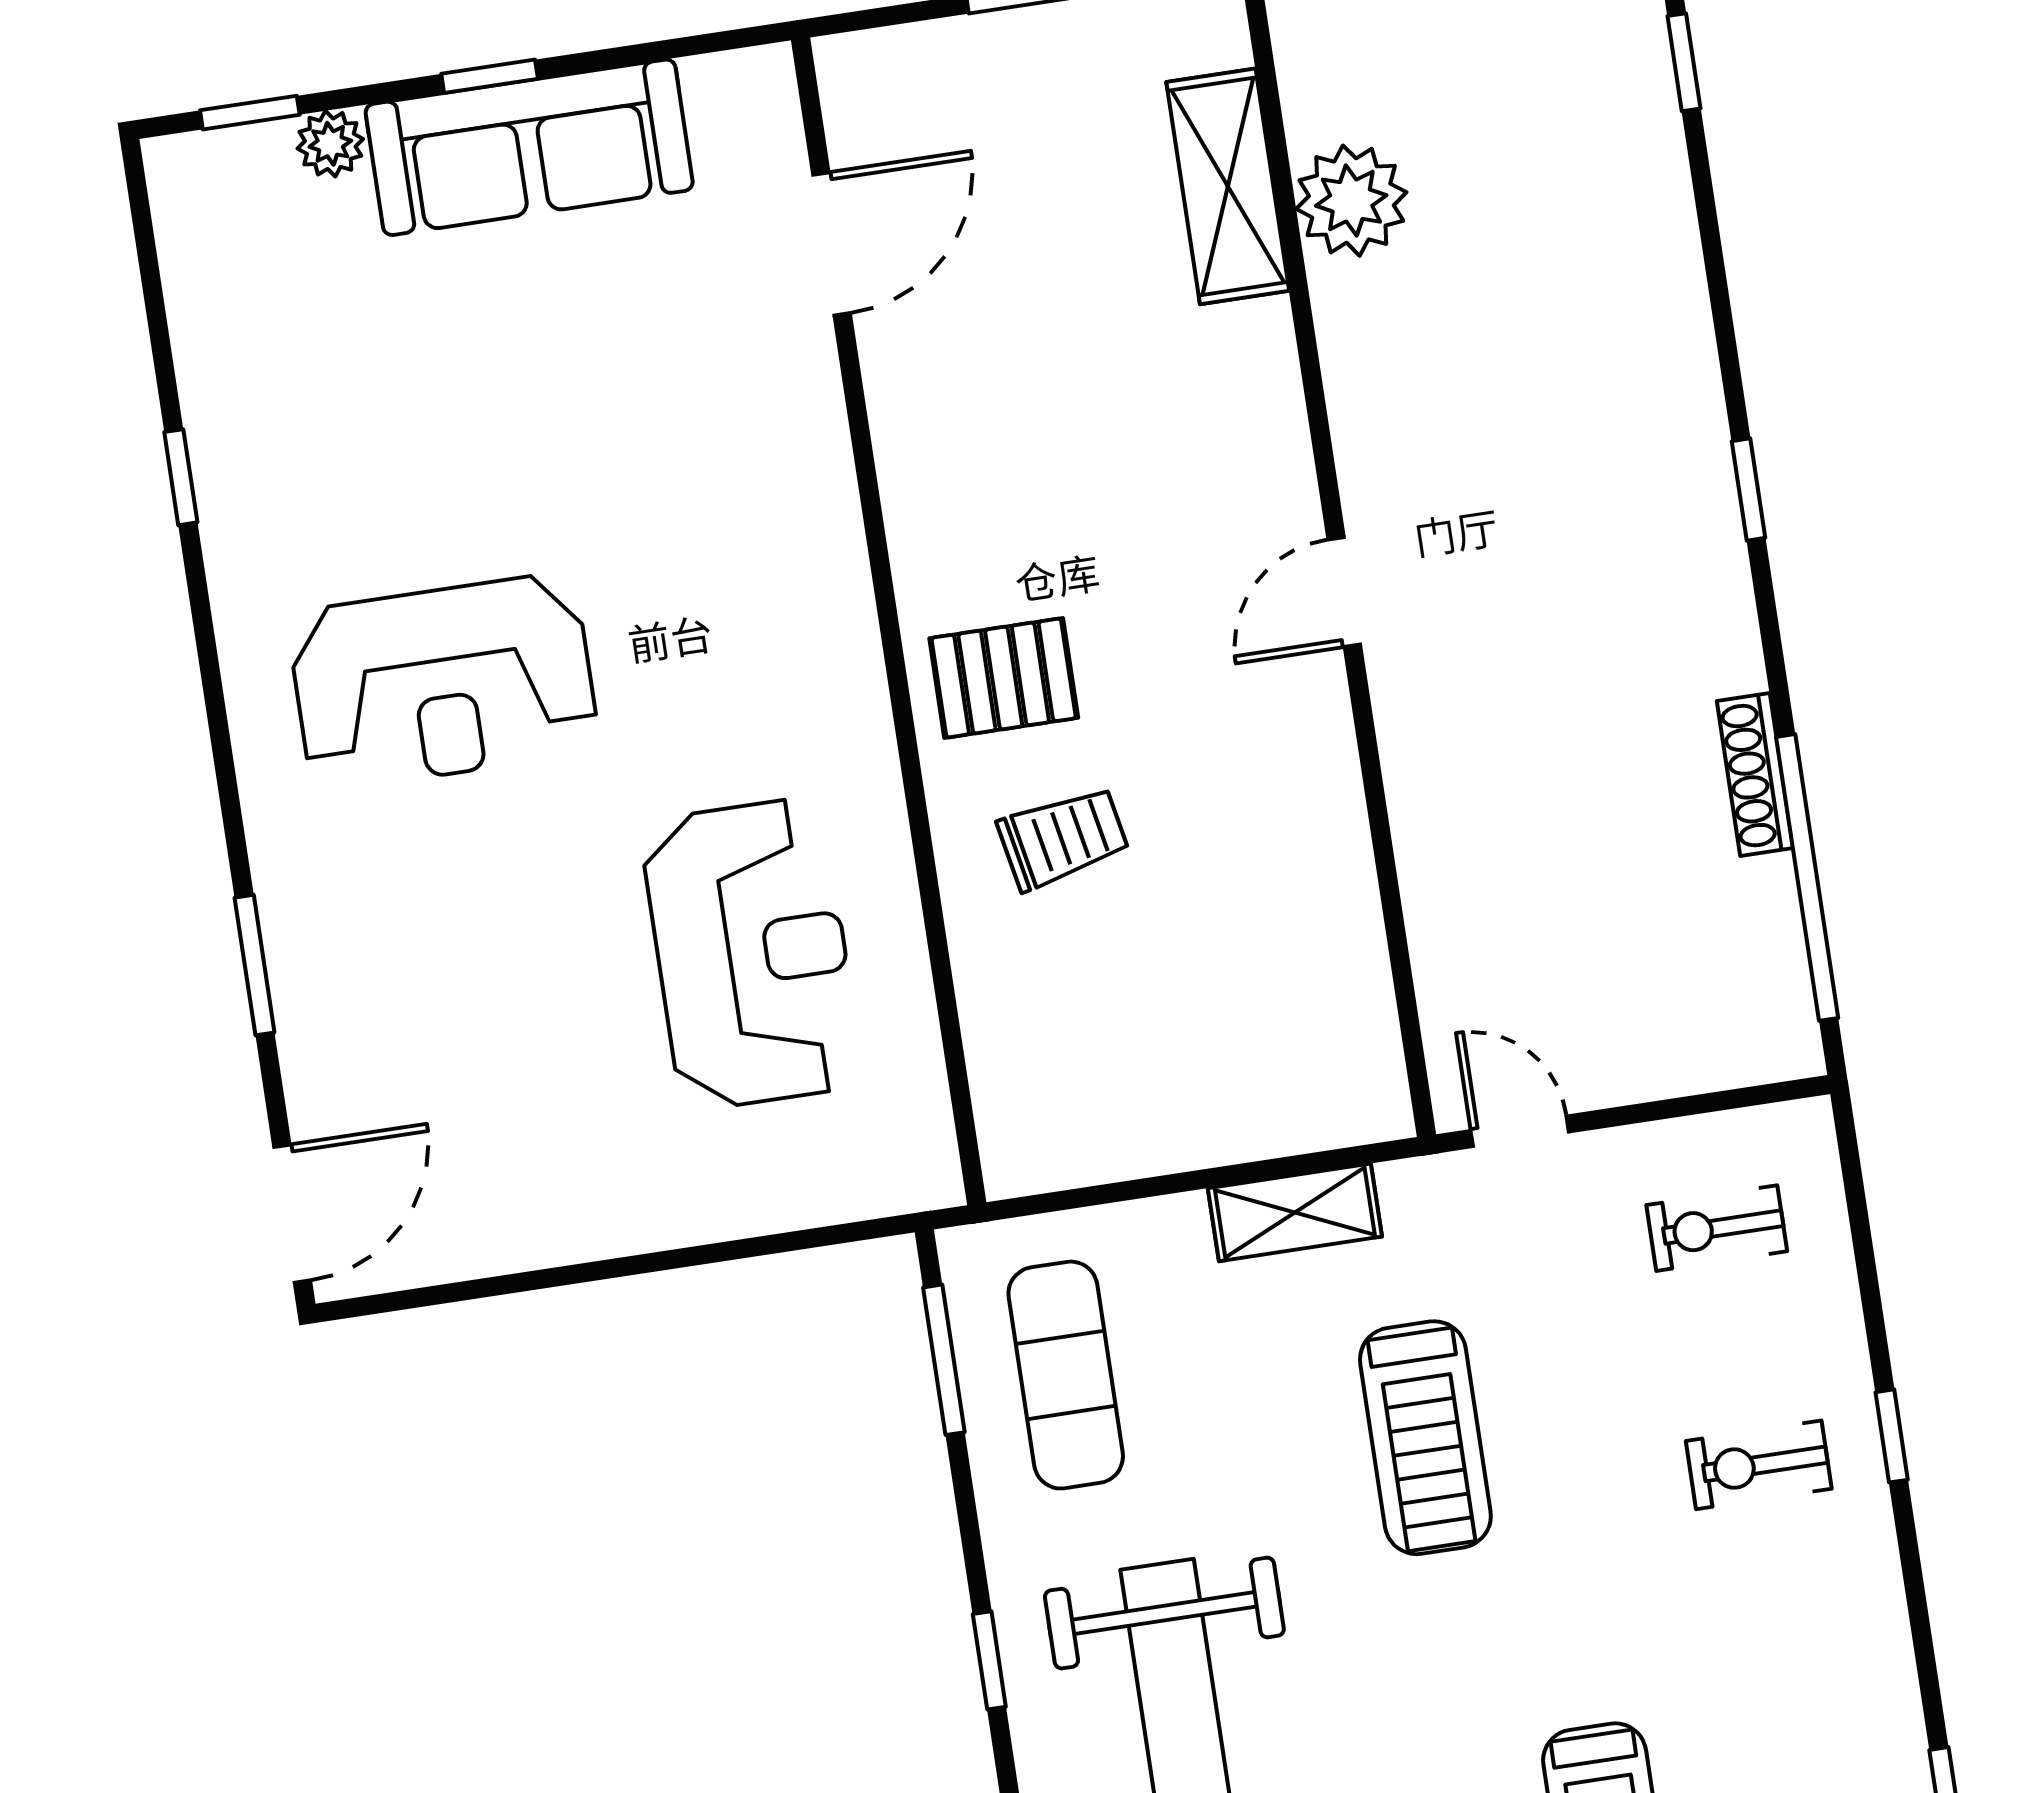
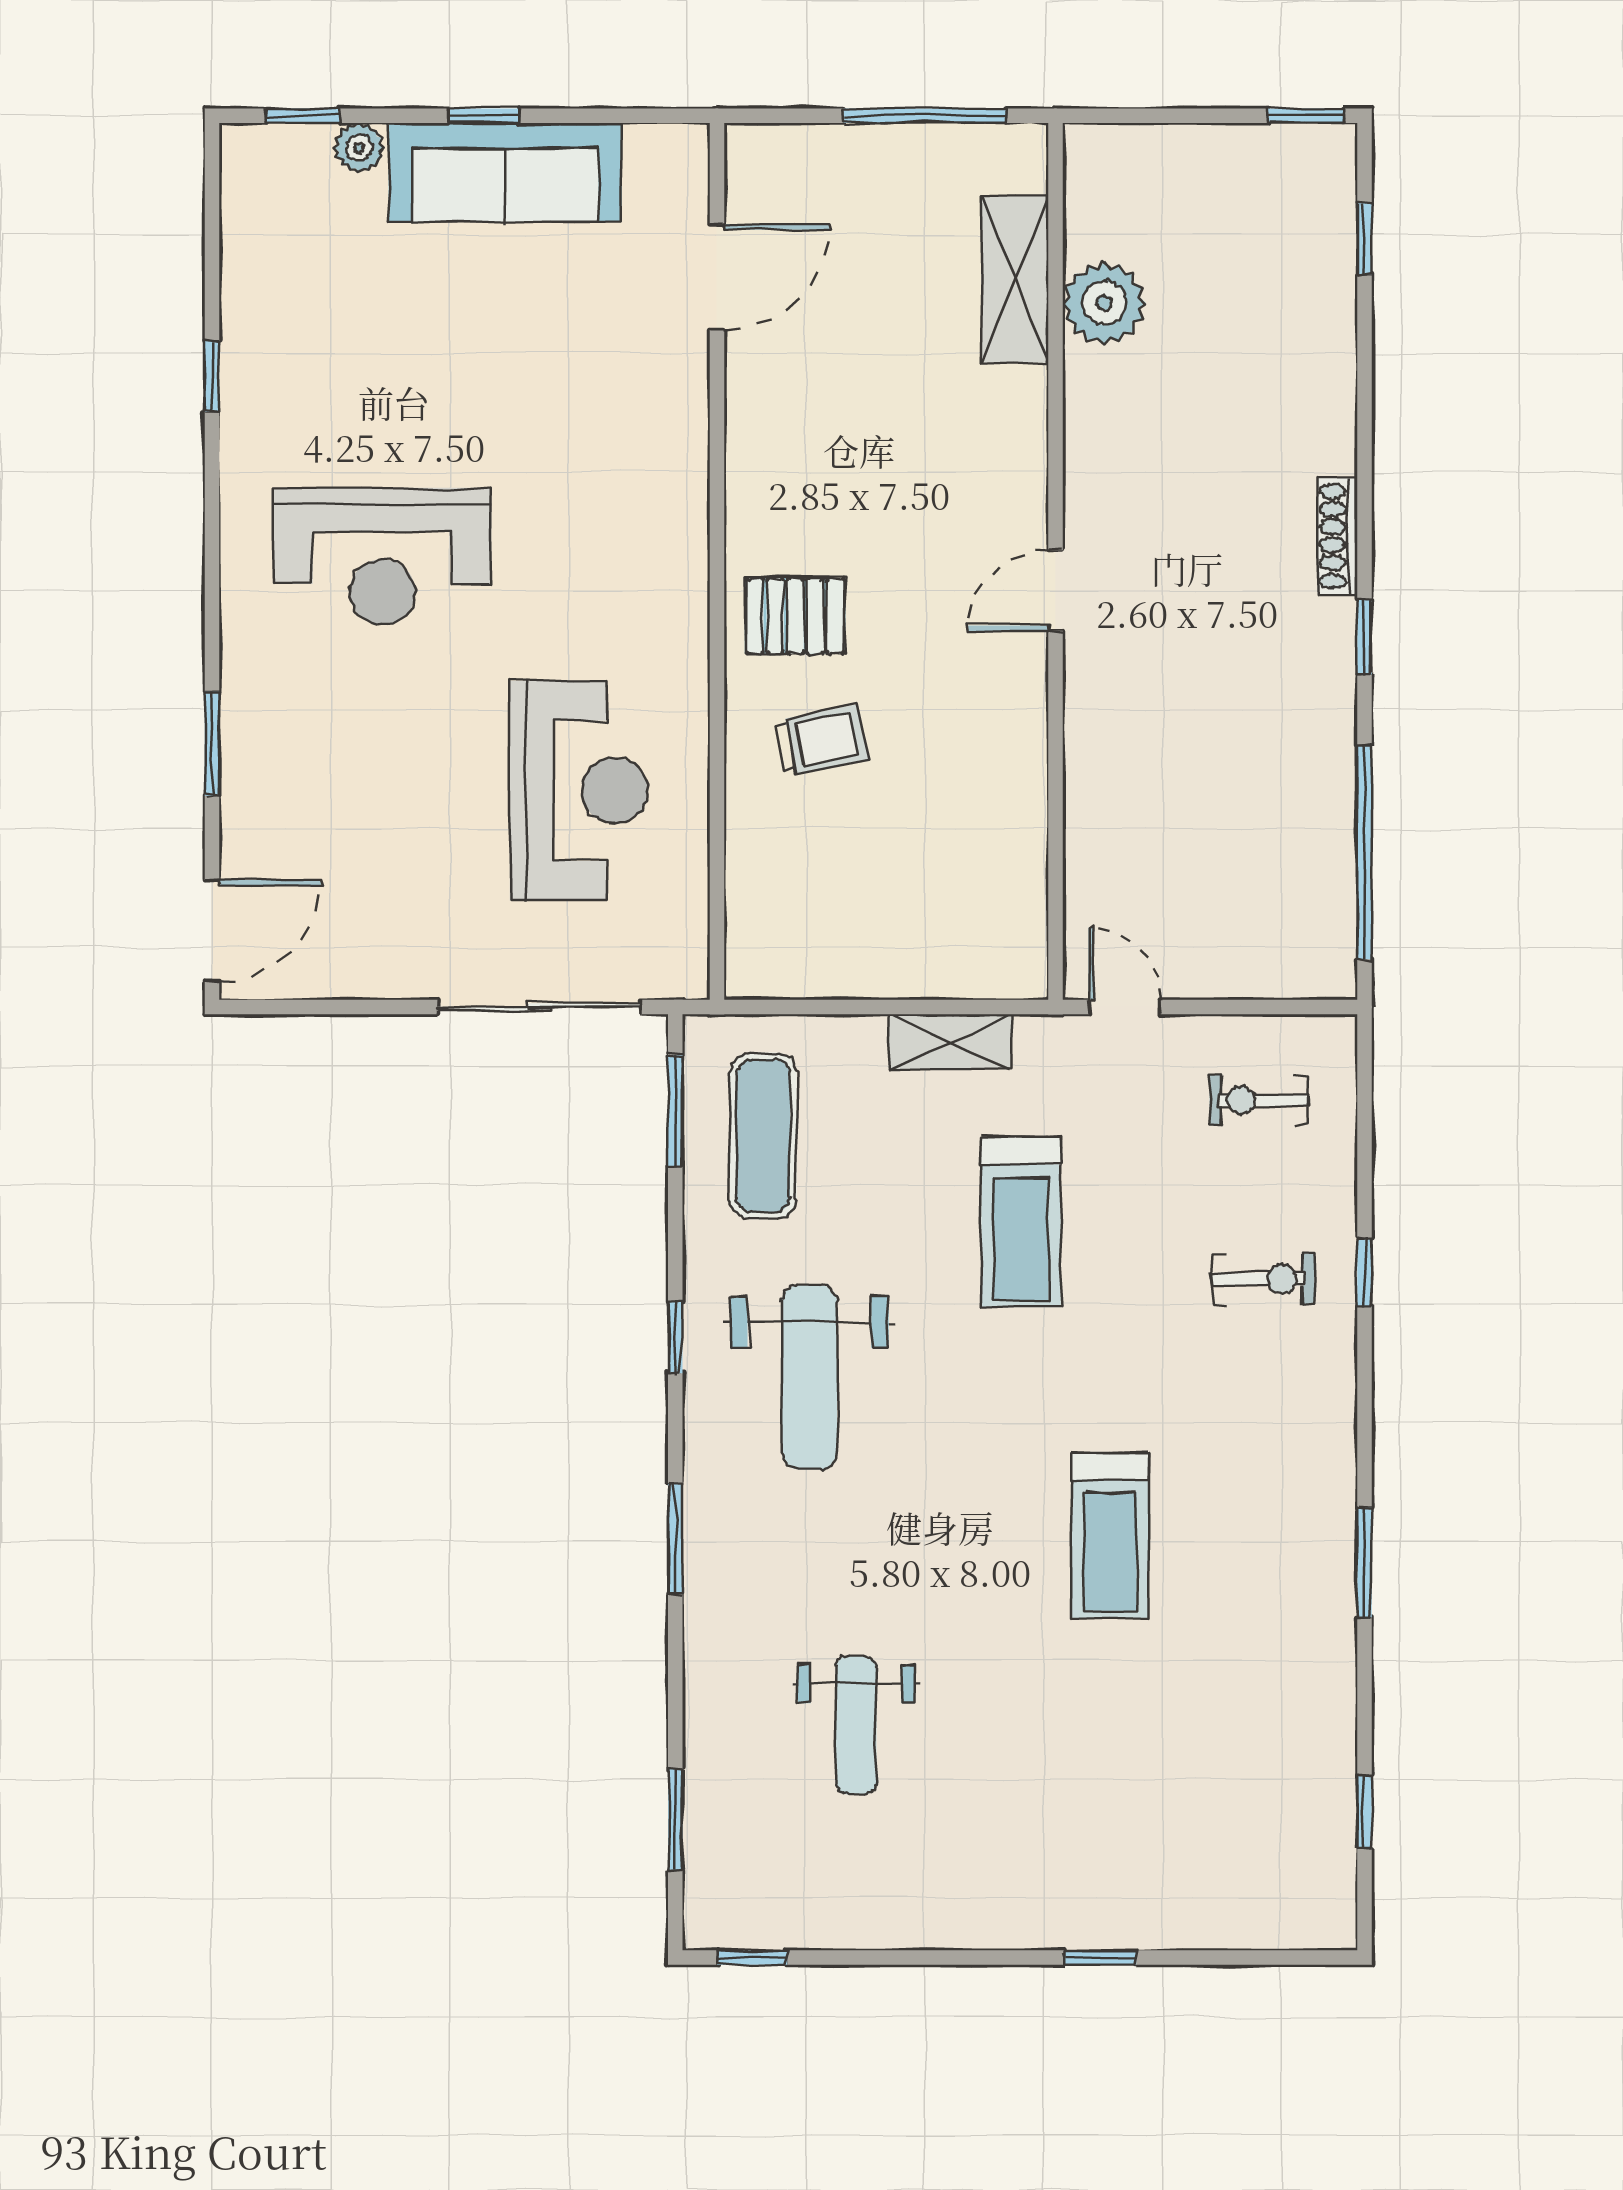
window: (1749, 490) -> (1364, 637), moved
shoe rack: (1755, 775) -> (1337, 536), moved
sliding door: (742, 1249) -> (539, 1007), added
exercise bike: (1759, 1465) -> (1263, 1279), turned 180

